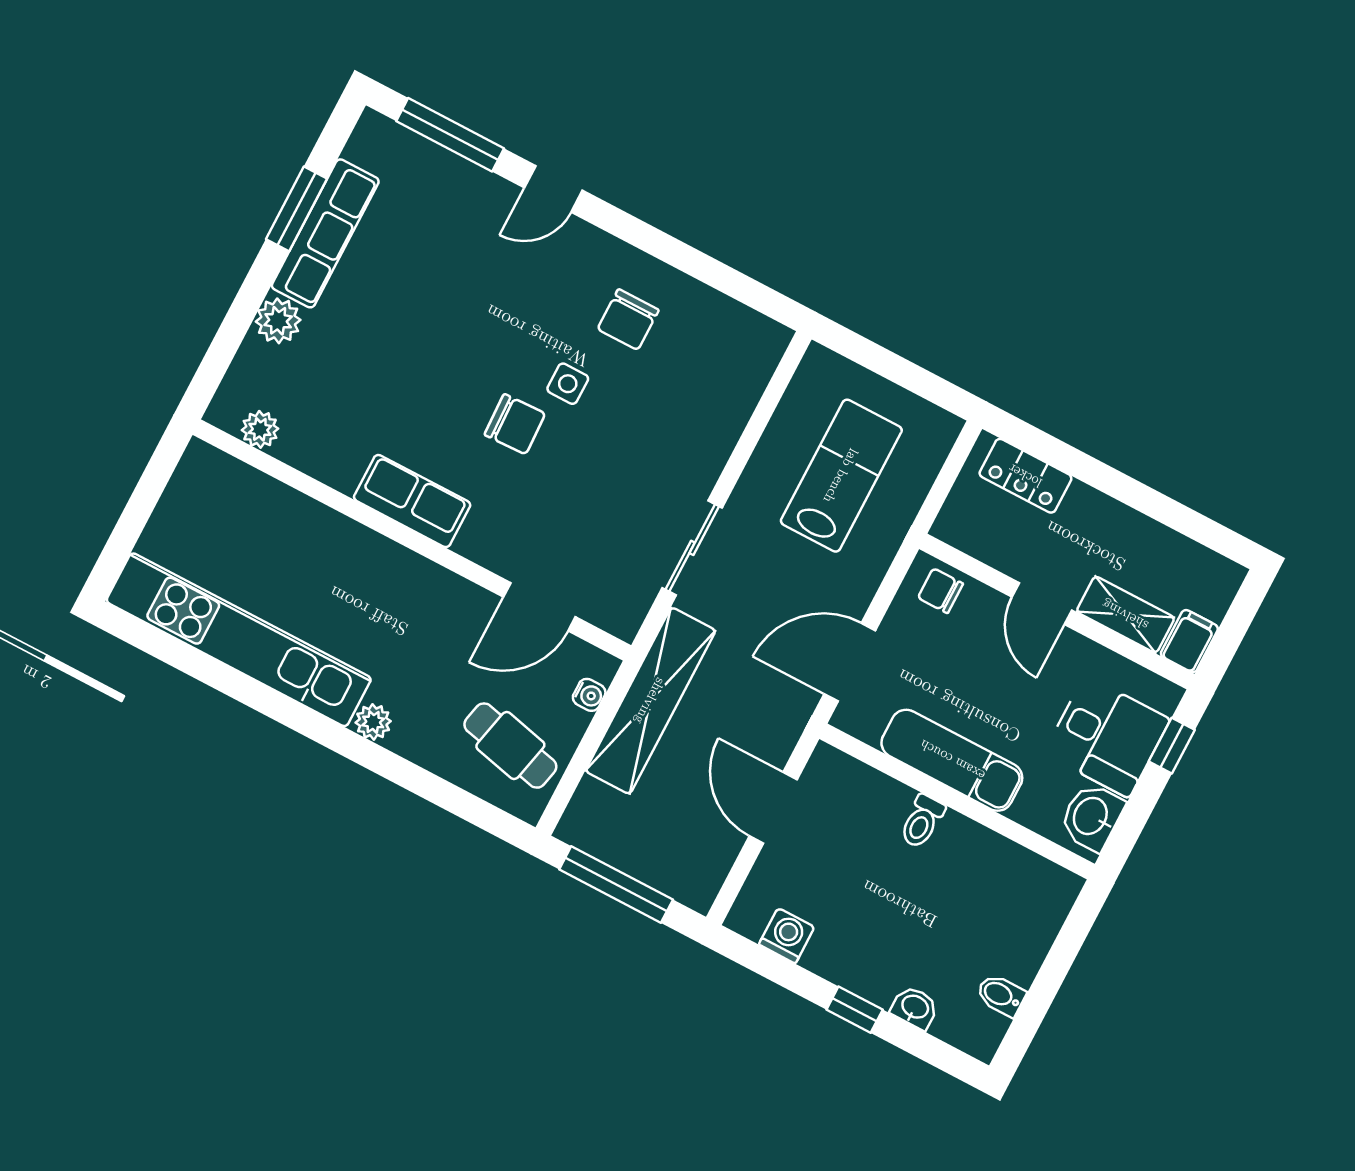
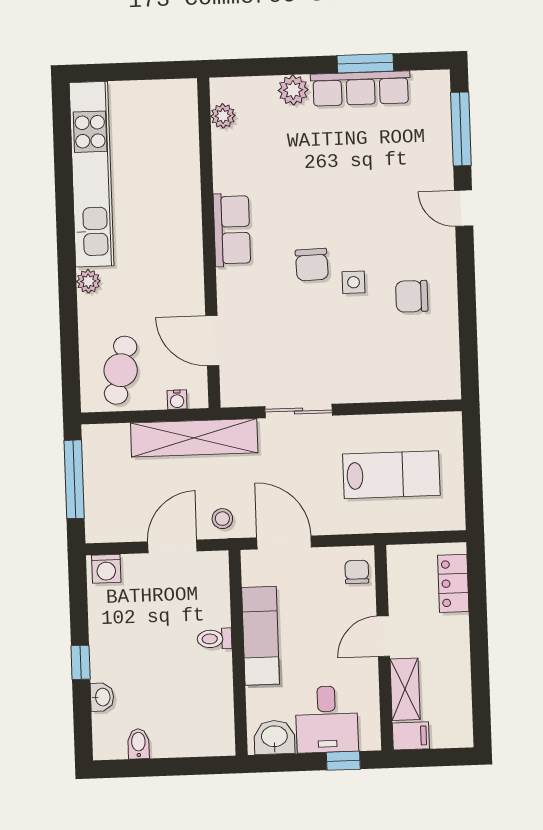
stool: (774, 724) -> (222, 519), added
washing machine: (787, 936) -> (106, 569), moved, turned 90

